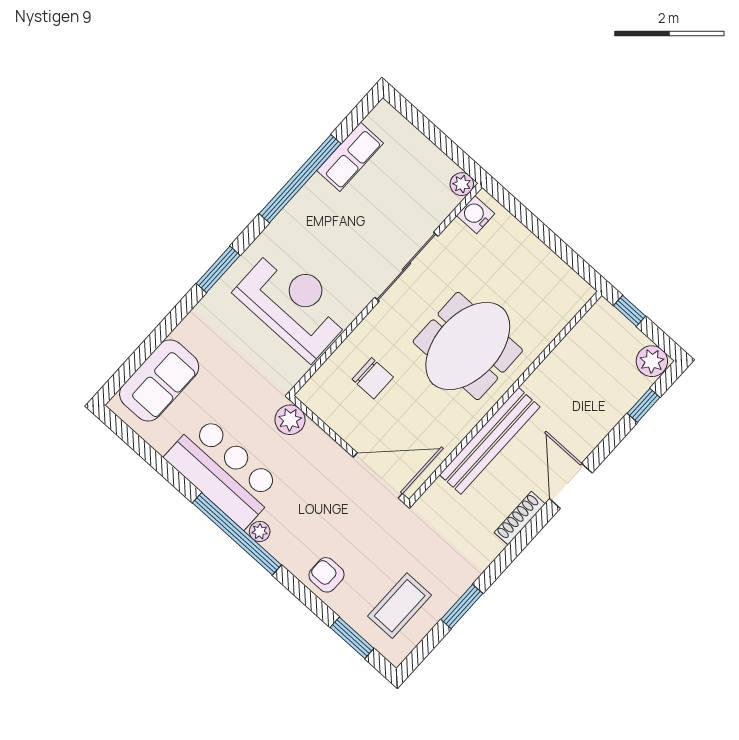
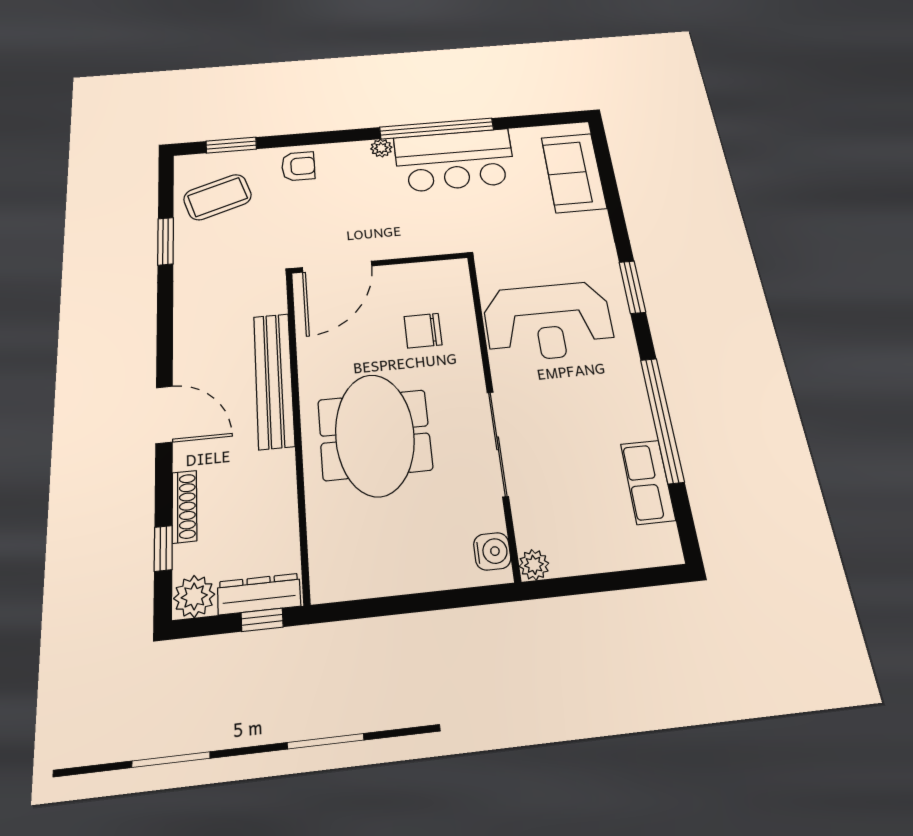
dresser: (618, 326) -> (259, 594), added
plant: (290, 420) -> (450, 239), removed
shoe rack: (520, 518) -> (184, 506), moved
window: (237, 534) -> (437, 128), moved
coffee table: (400, 606) -> (218, 197), turned 72

